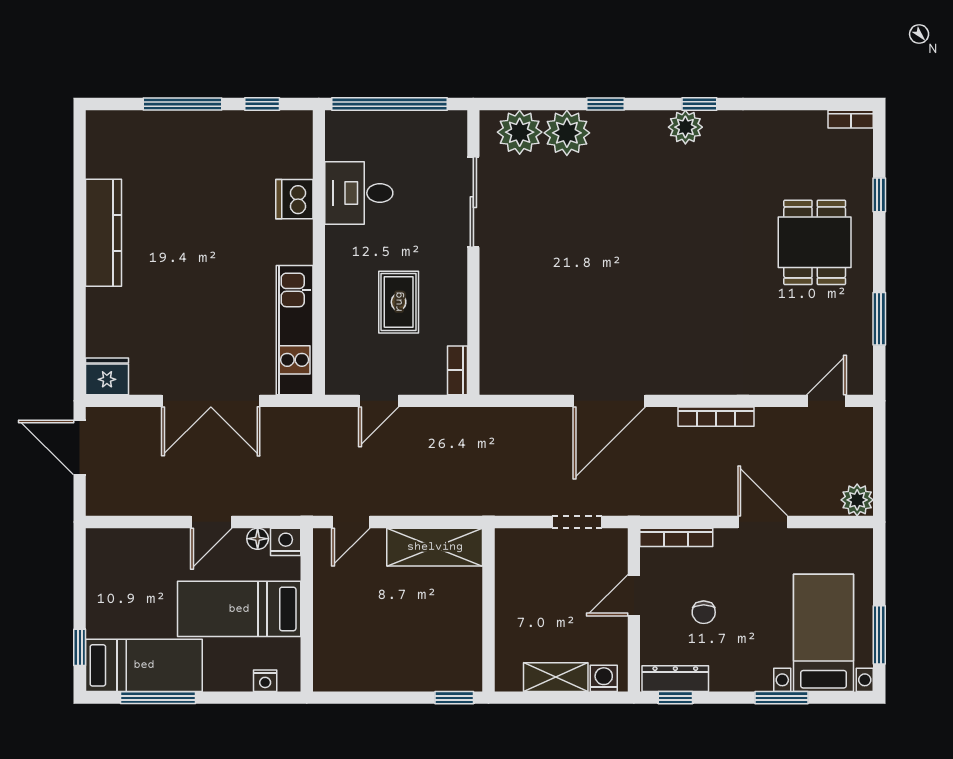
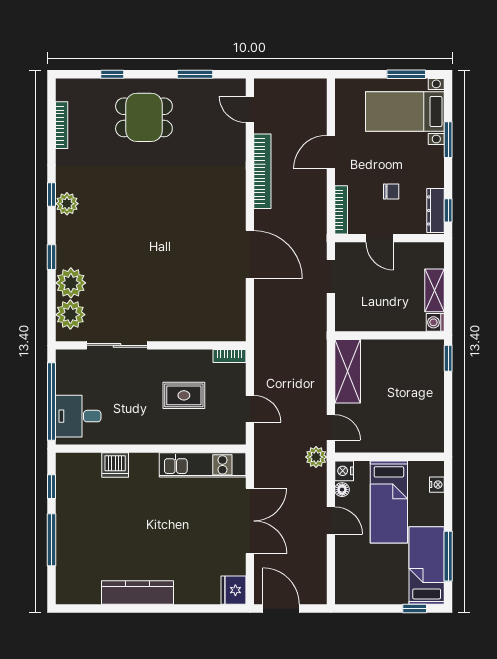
bookcase: (851, 119) -> (62, 125), moved, width x1.56
desk: (359, 193) -> (78, 416), moved, turned 90
bookcase: (716, 417) -> (262, 171), width x1.48, depth x1.31
door: (80, 448) -> (281, 609), swing flipped
plant: (857, 500) -> (316, 457), moved
washing machine: (604, 678) -> (435, 322), moved

